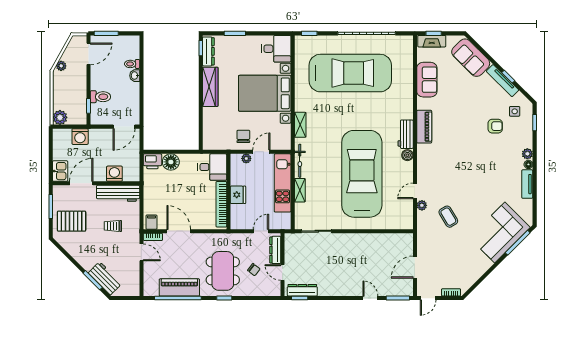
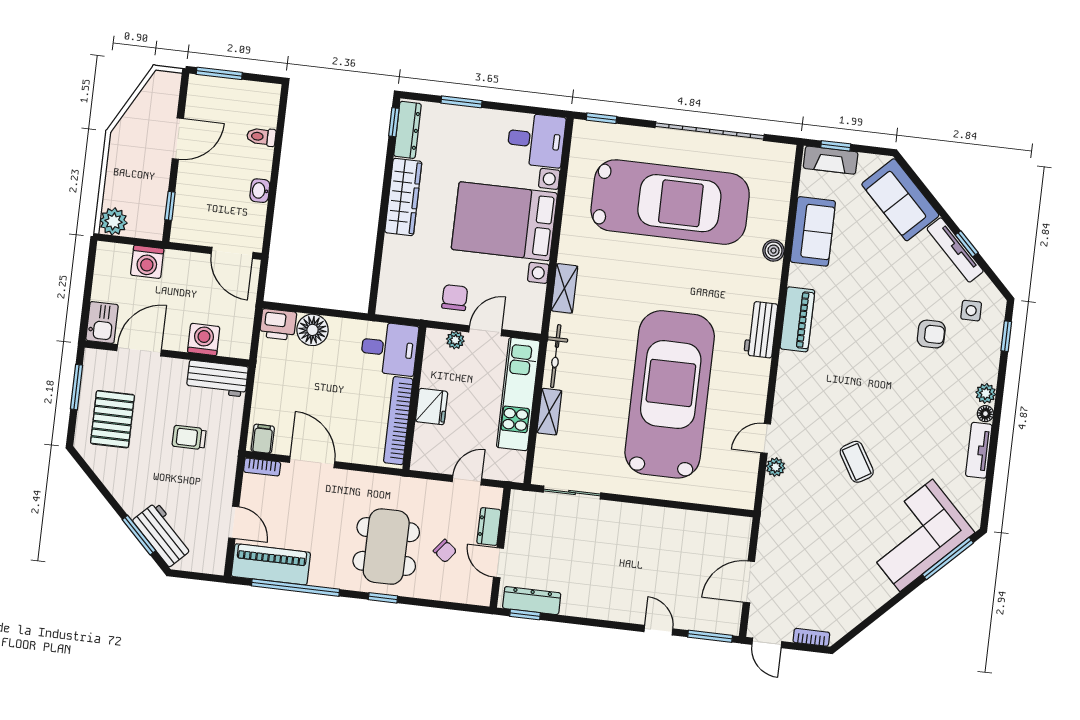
door: (89, 54) -> (178, 139), moved
plant: (61, 66) -> (127, 125), removed
washbasin: (135, 76) -> (260, 191), moved
toilet: (100, 97) -> (194, 191), removed
door: (124, 127) -> (232, 253), hinge flipped
boiler: (407, 155) -> (773, 251), moved
workbench: (118, 193) -> (217, 378), width x0.73
coffee table: (448, 217) -> (857, 462), moved
pallet: (72, 221) -> (112, 419), turned 90
dresser: (275, 250) -> (489, 527), width x0.70
door: (141, 252) -> (234, 522), moved
piano: (179, 287) -> (271, 564), moved
door: (428, 298) -> (767, 643), hinge flipped

